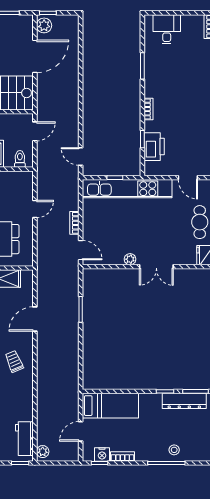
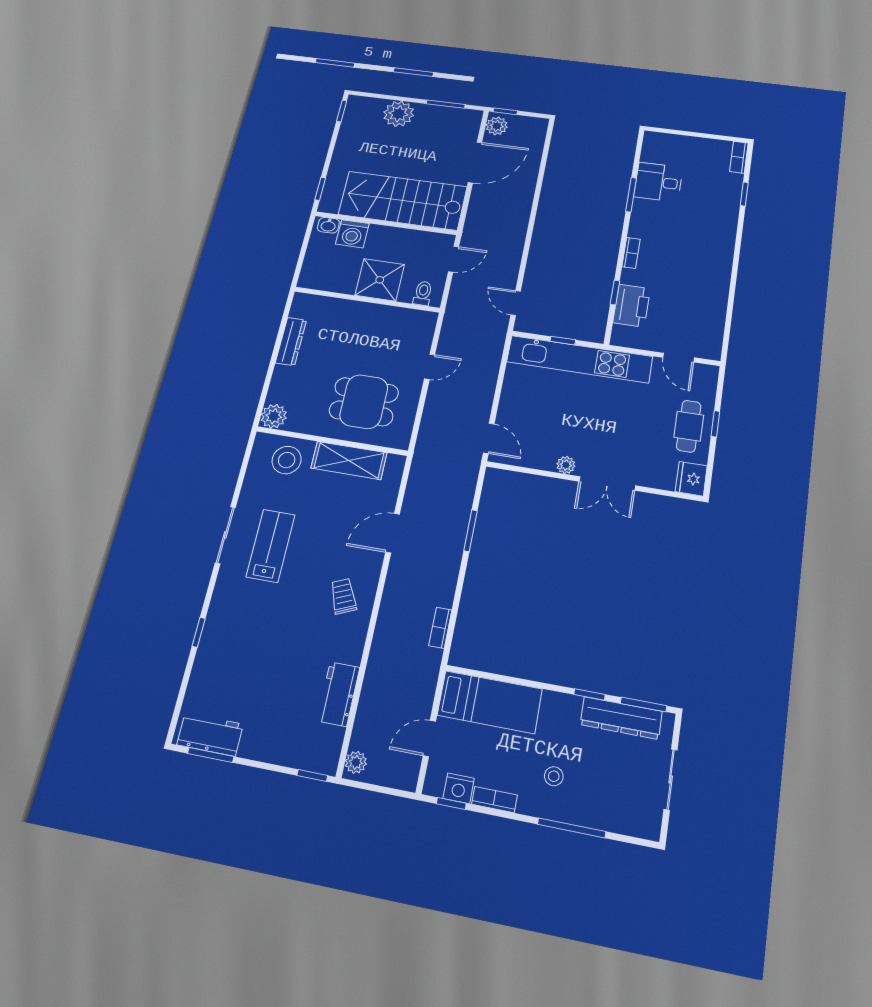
desk: (167, 29) -> (658, 182), moved, turned -90
bookcase: (74, 223) -> (440, 628), moved
workbench: (24, 439) -> (338, 694), moved
stool: (174, 450) -> (554, 776), moved

